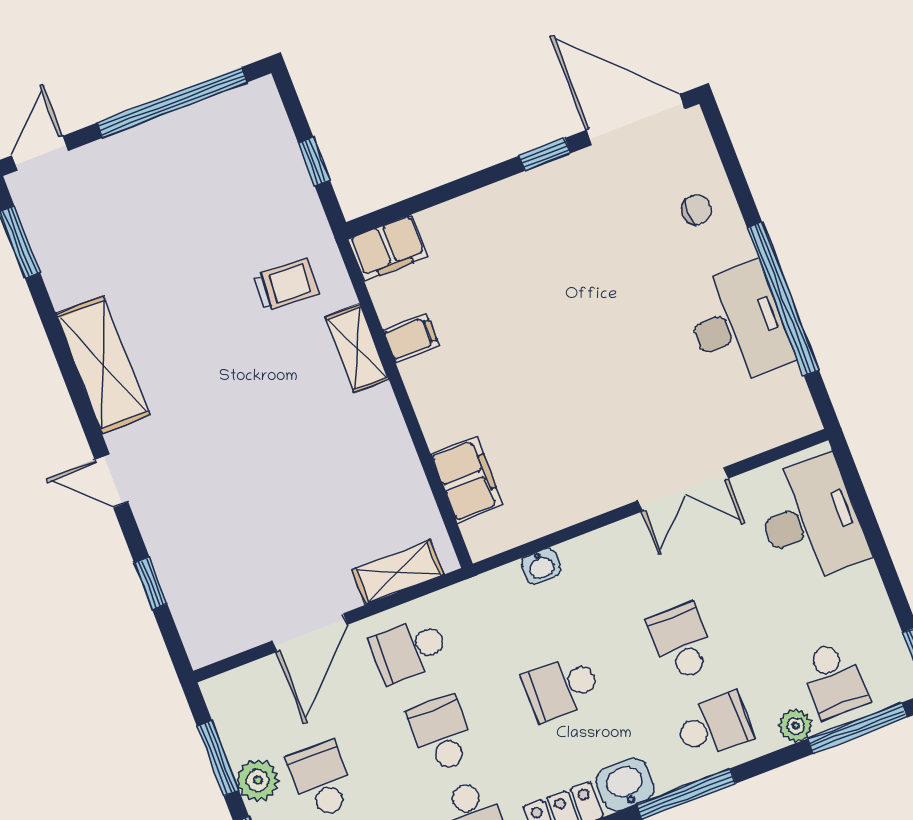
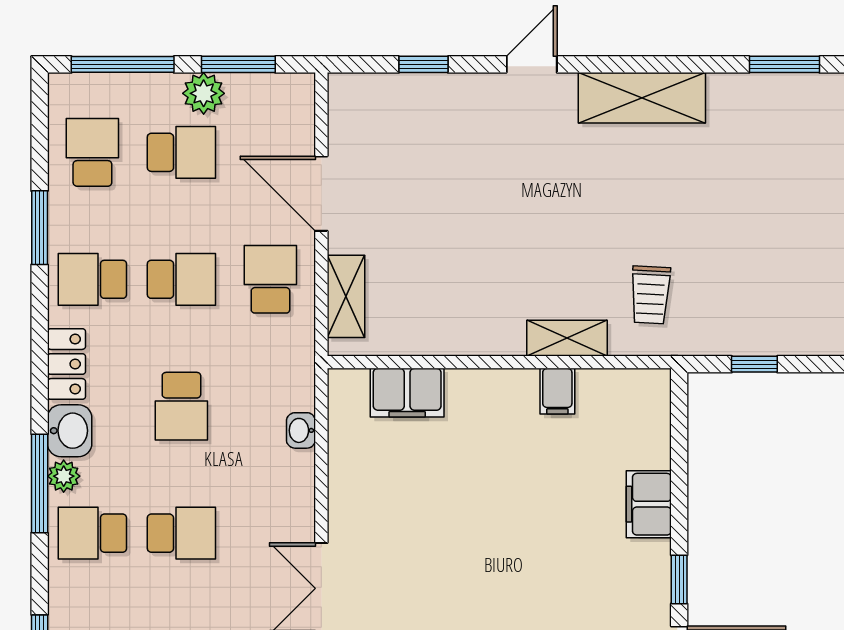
filing cabinet: (388, 248) -> (649, 504), moved
school desk: (562, 688) -> (181, 406), turned 180
school desk: (714, 726) -> (92, 533), turned 90
plant: (796, 726) -> (64, 476), moved

